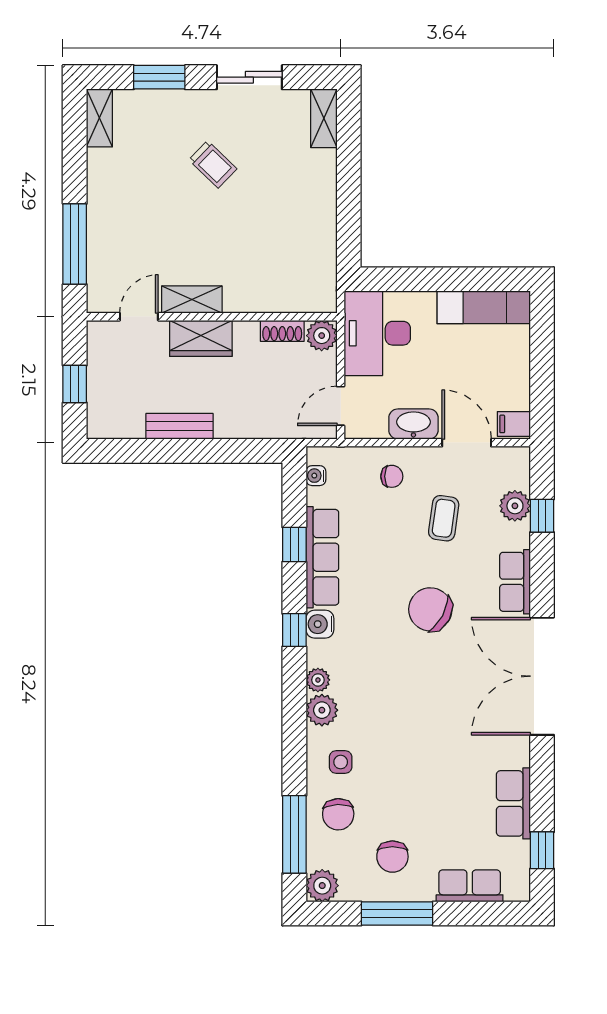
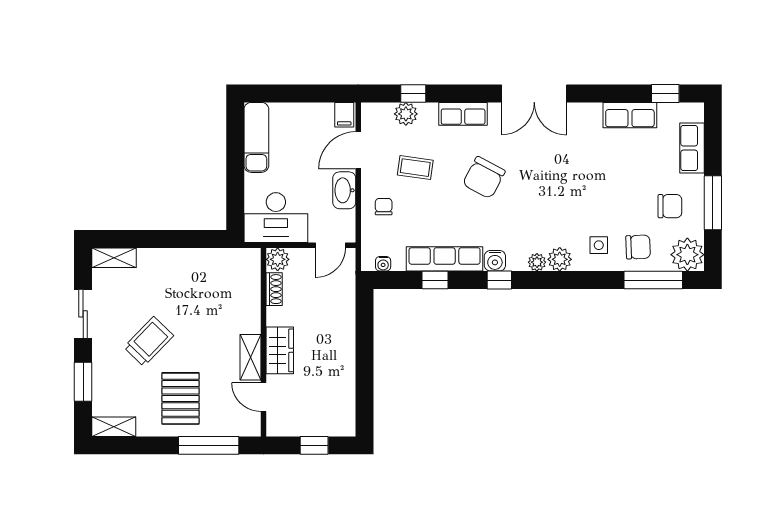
trolley: (213, 164) -> (149, 341), width x1.36, depth x1.39
pallet: (137, 207) -> (181, 398), added
door: (341, 406) -> (331, 245), hinge flipped
bench: (180, 426) -> (346, 366), removed
double door: (542, 676) -> (534, 93), width x0.73
plant: (322, 886) -> (687, 255), width x1.36, depth x1.36

